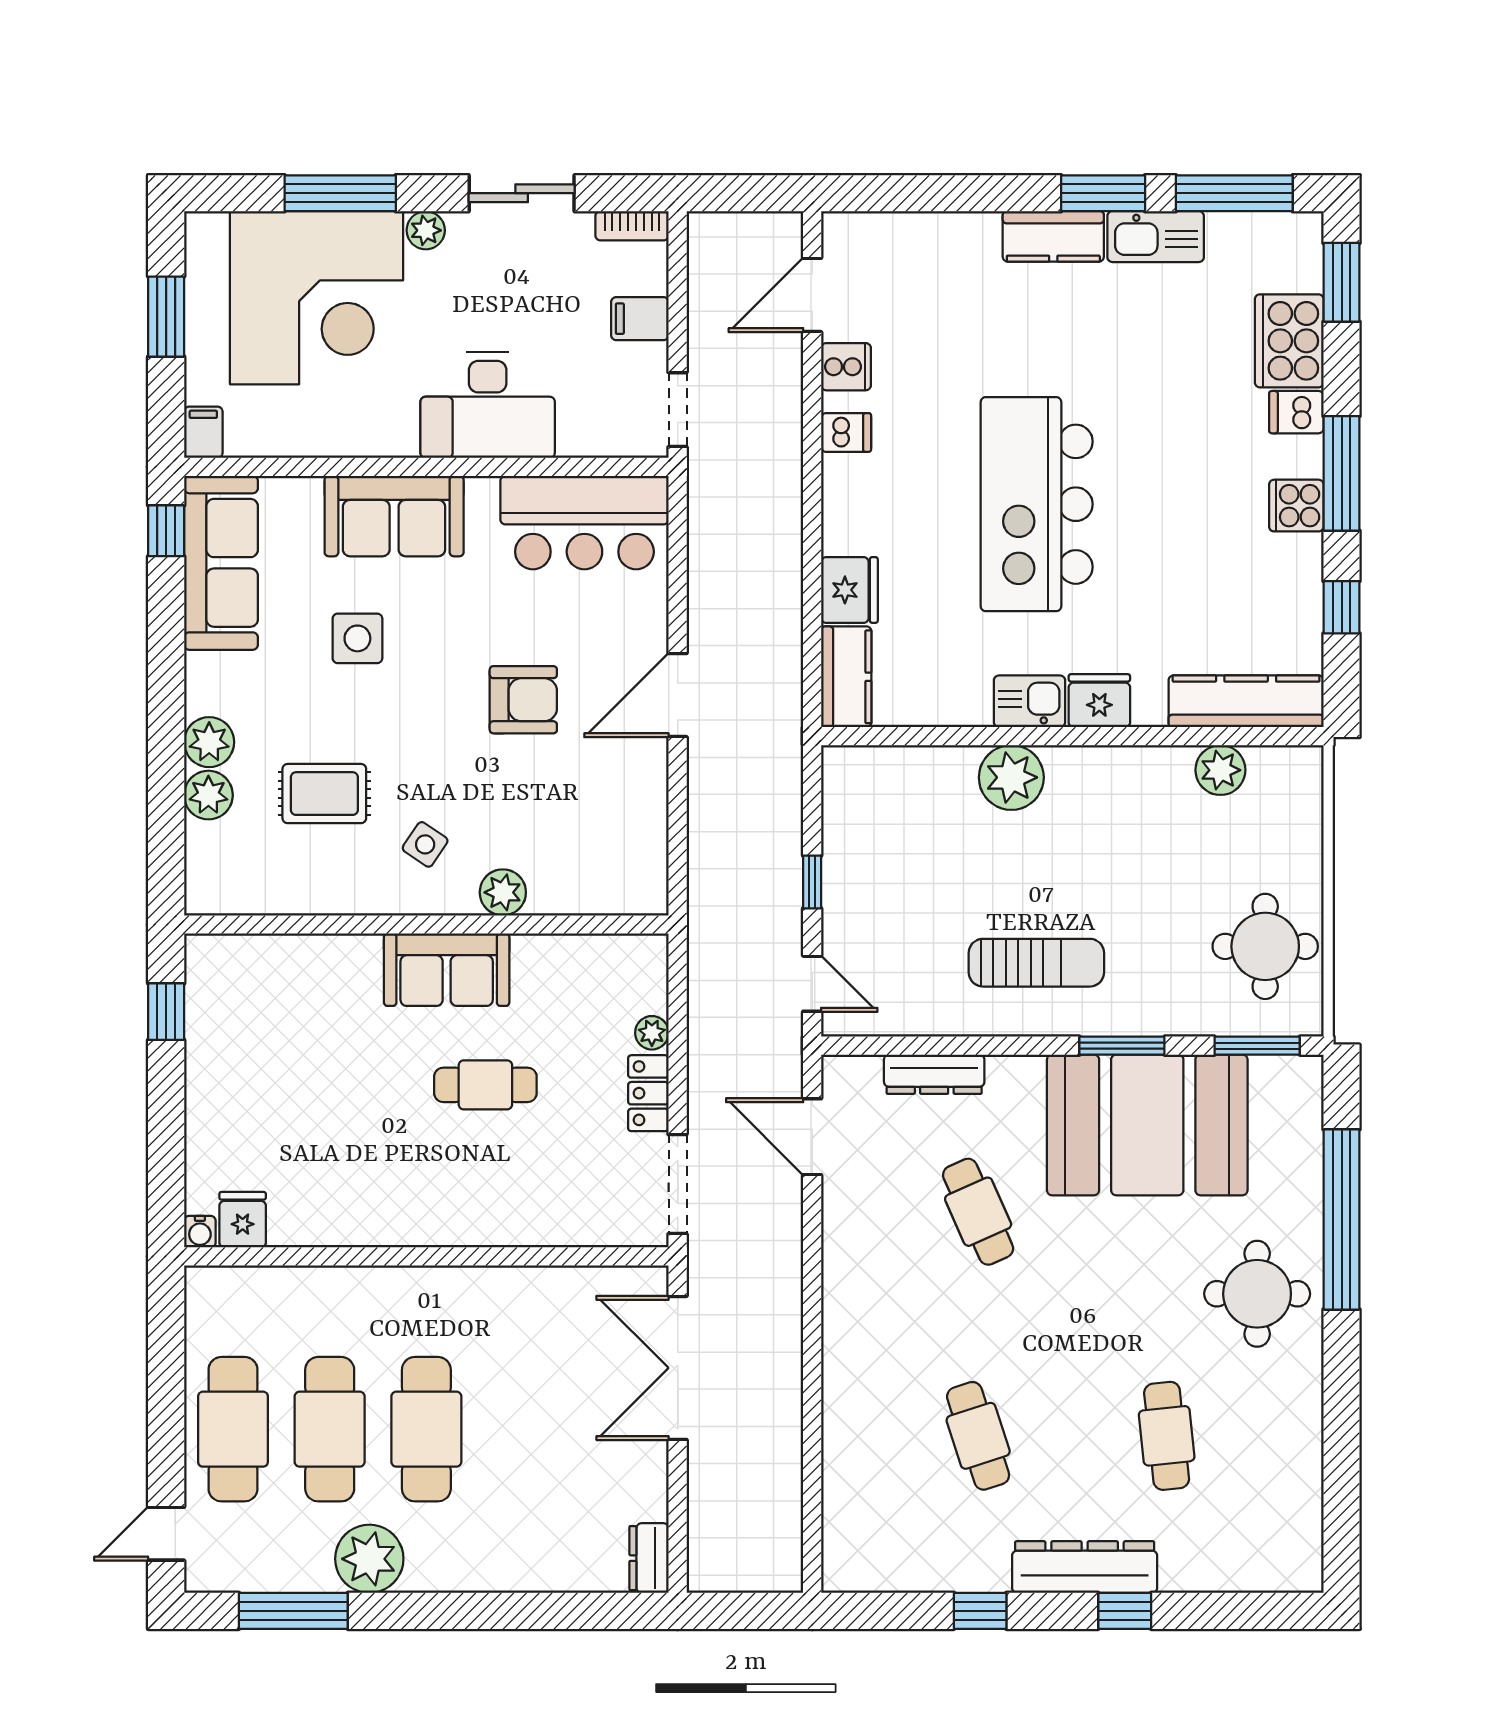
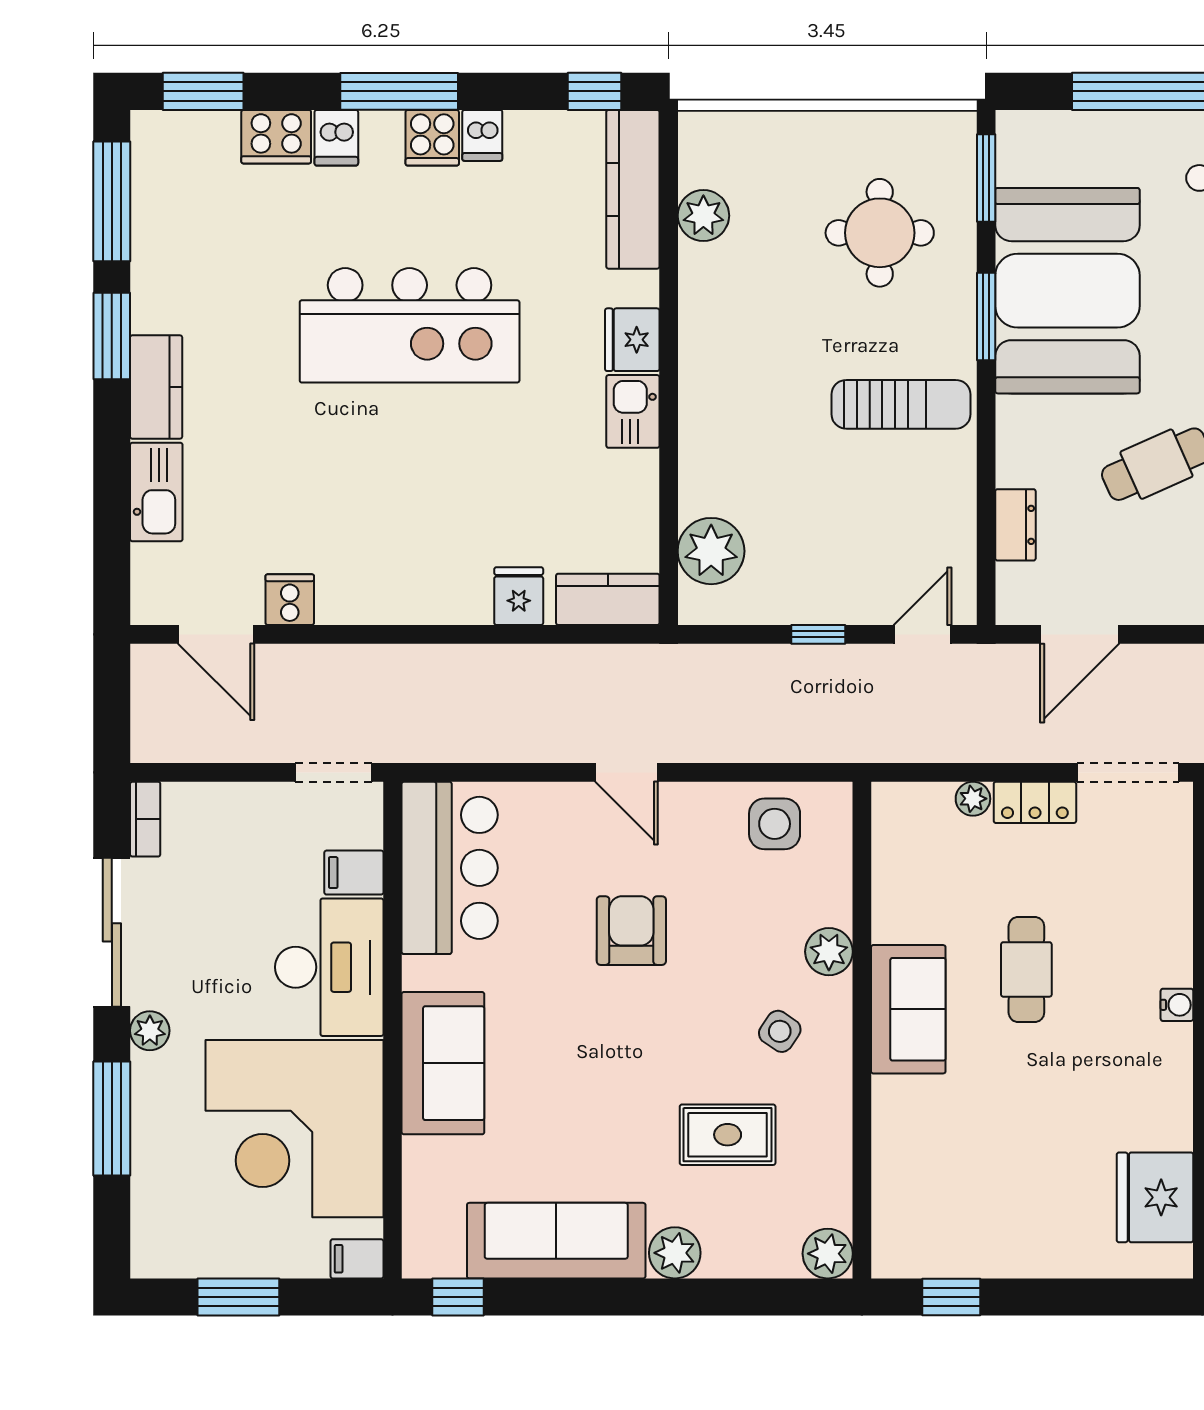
sliding door: (522, 193) -> (112, 932), width x1.37
kitchen sink: (1156, 237) -> (156, 492), moved
corner desk: (317, 298) -> (295, 1129), moved, turned 180
filing cabinet: (640, 319) -> (354, 873), moved, turned 90
cooker: (1289, 341) -> (276, 137), width x0.73, depth x0.76
dishwasher: (846, 432) -> (482, 135), moved, turned 180
kitchen island: (1037, 504) -> (410, 325), moved
sofa: (221, 563) -> (556, 1241), moved
fridge: (849, 590) -> (519, 596), width x0.72
window: (1342, 607) -> (595, 91), moved
side table: (357, 638) -> (775, 824), moved
door: (678, 695) -> (627, 772), width x0.73
plant: (1011, 777) -> (711, 551), moved
rug: (324, 794) -> (728, 1135), turned 90
plant: (208, 795) -> (828, 1254), moved
round table: (1265, 946) -> (880, 233), moved
sun lounger: (1036, 963) -> (901, 404), turned 90
dresser: (934, 1074) -> (1015, 525), width x0.70
fridge: (243, 1220) -> (1155, 1197), width x1.88, depth x1.34
water cooler: (200, 1232) -> (1177, 1005), moved

